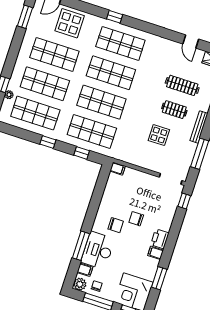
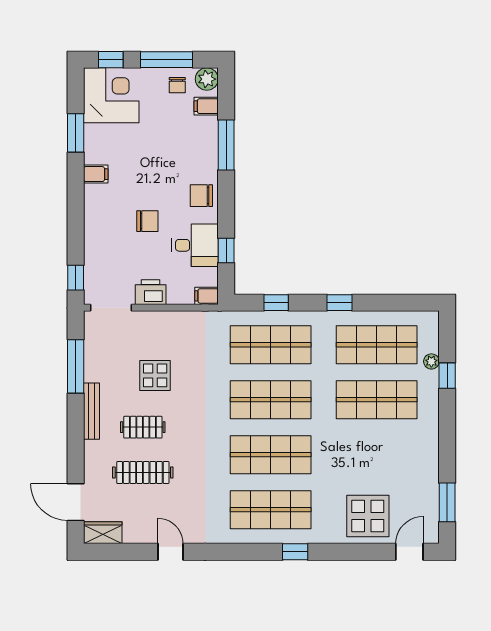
door: (191, 41) -> (170, 552), moved
shop shelf: (54, 54) -> (377, 455), removed
window: (99, 189) -> (226, 250), added
chair: (116, 225) -> (201, 196), moved
printer: (160, 239) -> (151, 292), moved, turned -90
desk: (98, 250) -> (195, 245), moved, width x0.73

